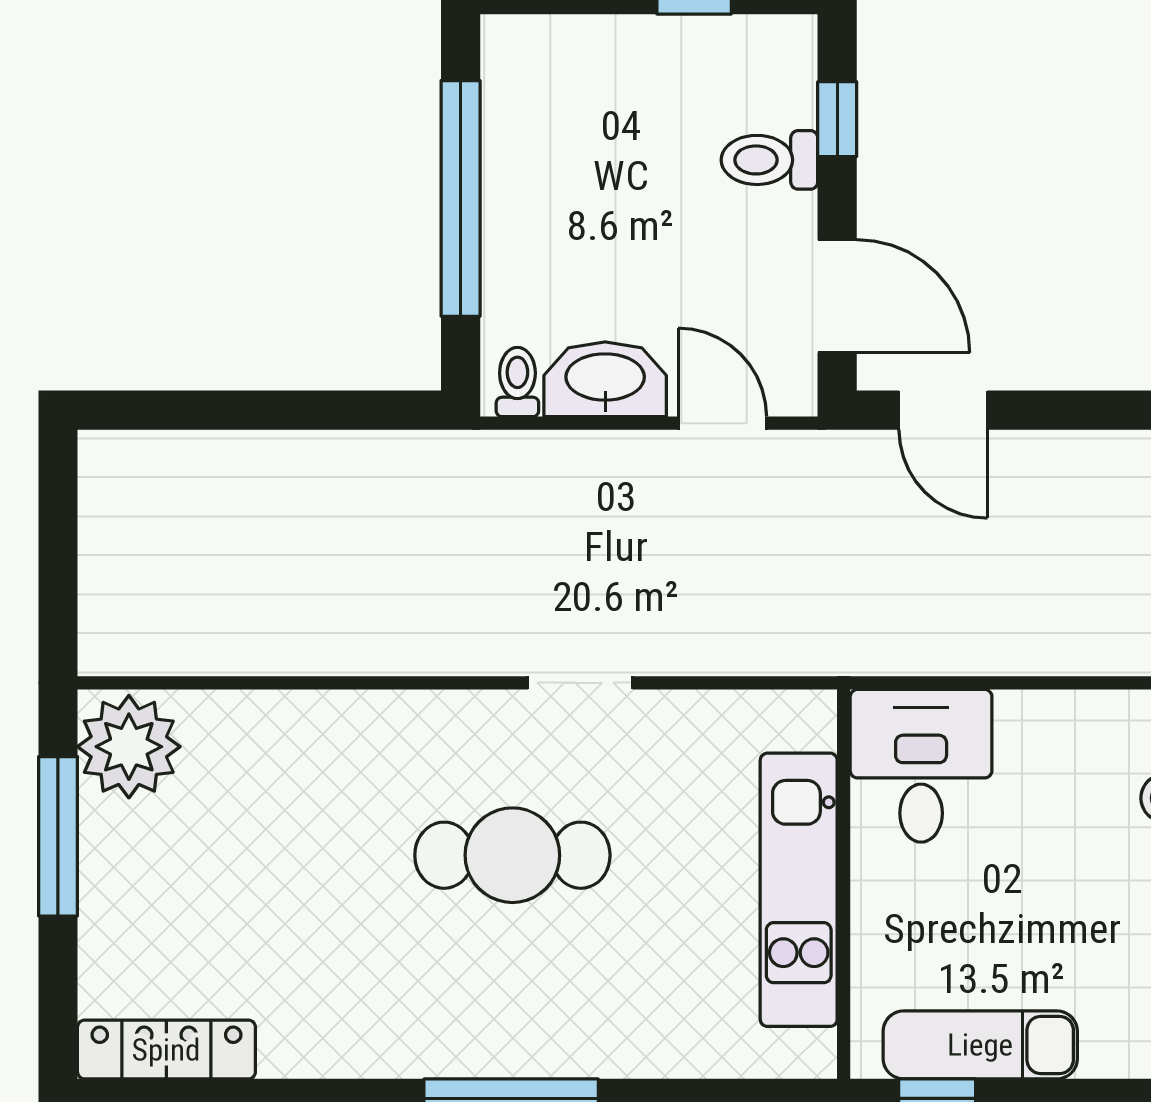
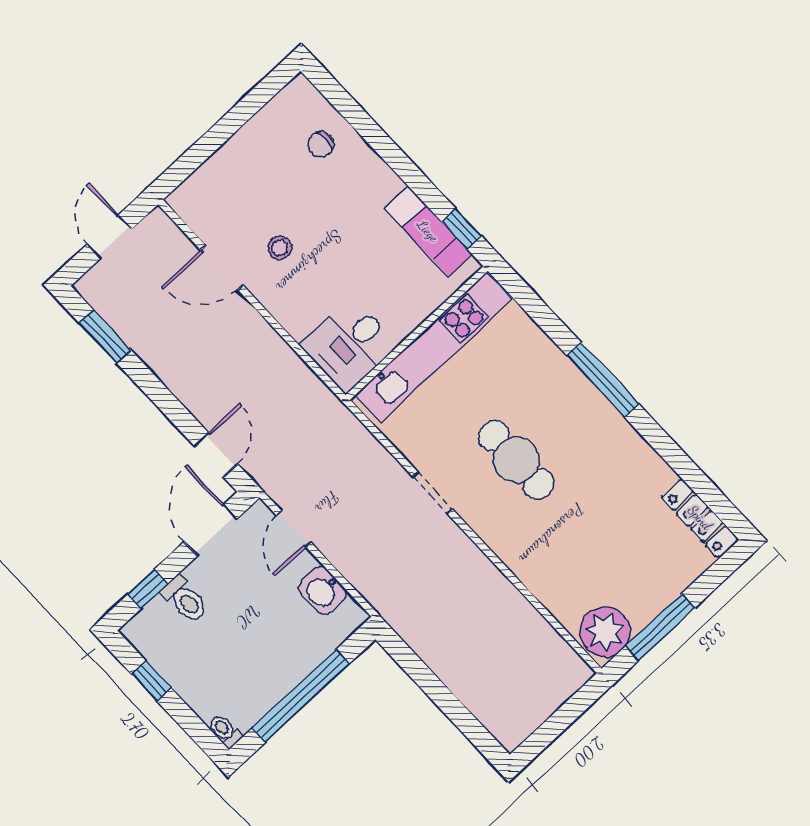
washbasin: (605, 379) -> (323, 591), width x0.72
toilet: (517, 382) -> (225, 731), moved, turned 90
kitchen unit: (799, 890) -> (434, 347), width x1.36

